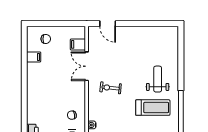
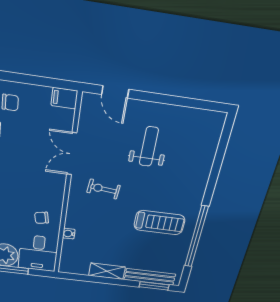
filing cabinet: (78, 44) -> (64, 98), moved
weight bench: (158, 79) -> (149, 147), moved

